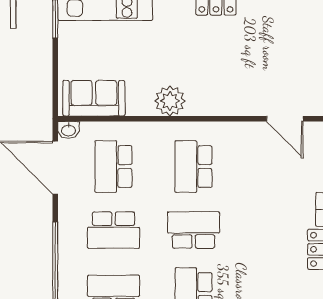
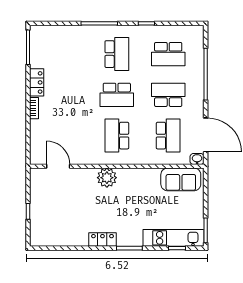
plant: (170, 101) -> (107, 178), moved
school desk: (194, 167) -> (117, 136), turned 180

